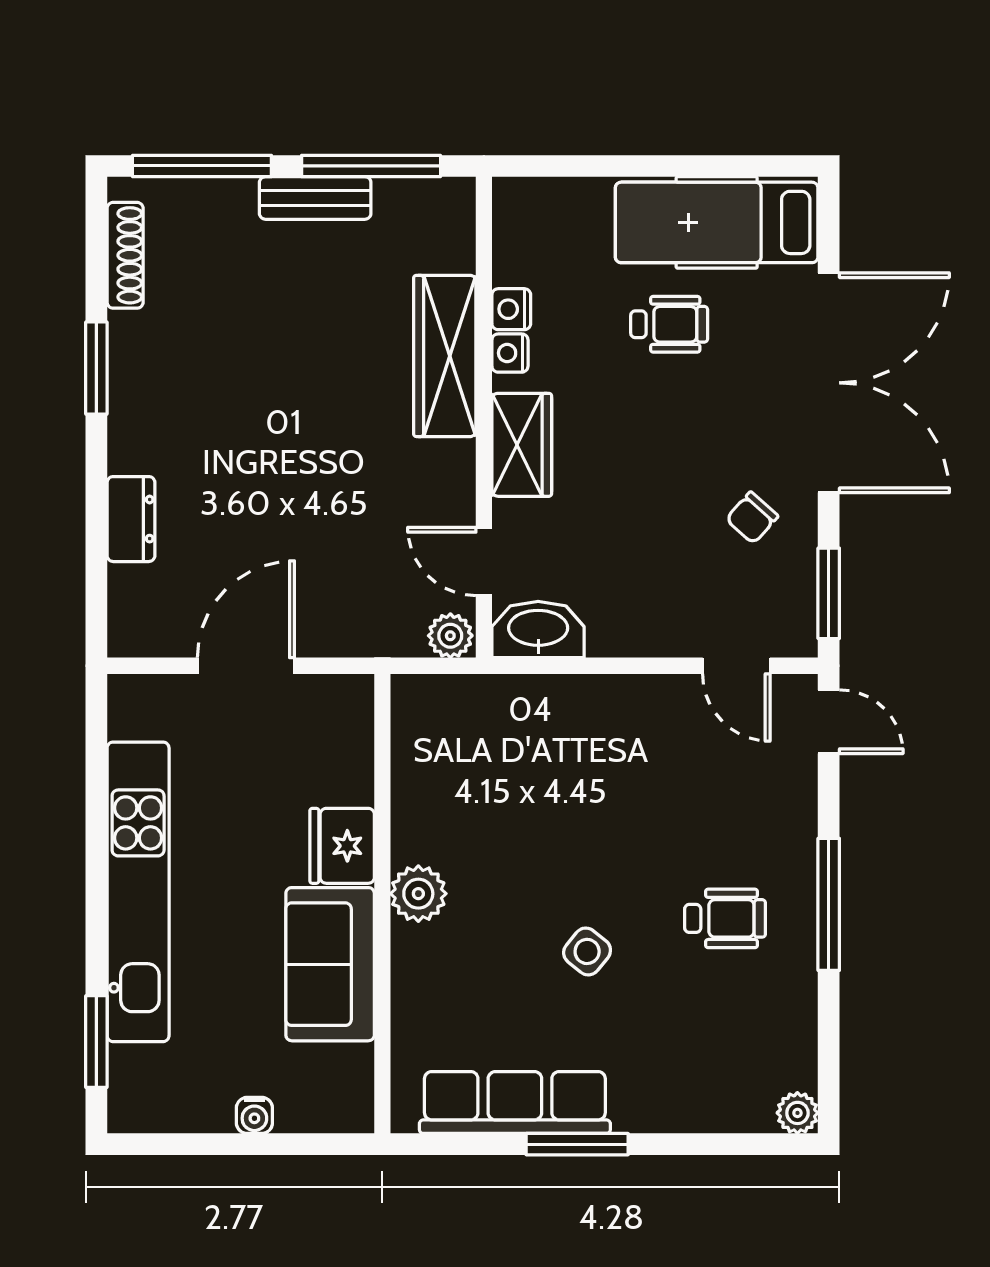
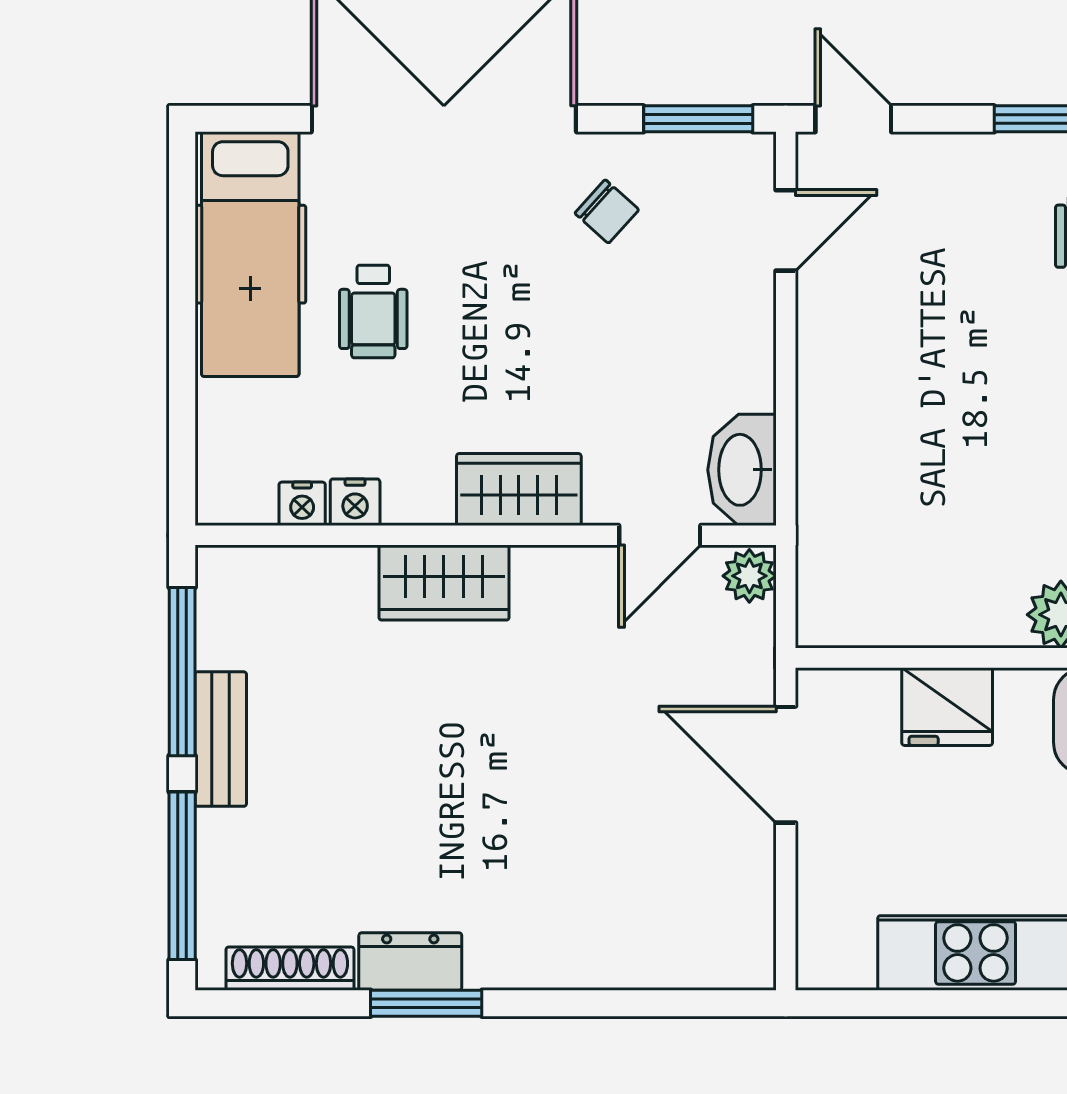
wheelchair: (669, 324) -> (373, 312), turned 180
nightstand: (510, 353) -> (302, 504), moved
wardrobe: (445, 356) -> (444, 583), width x0.67
dresser: (131, 519) -> (410, 962), moved
door: (246, 666) -> (786, 765), moved
door: (829, 722) -> (853, 119), hinge flipped
fridge: (342, 846) -> (947, 707), moved

